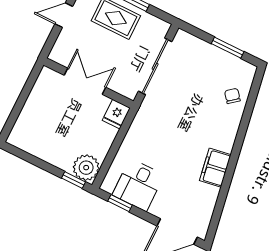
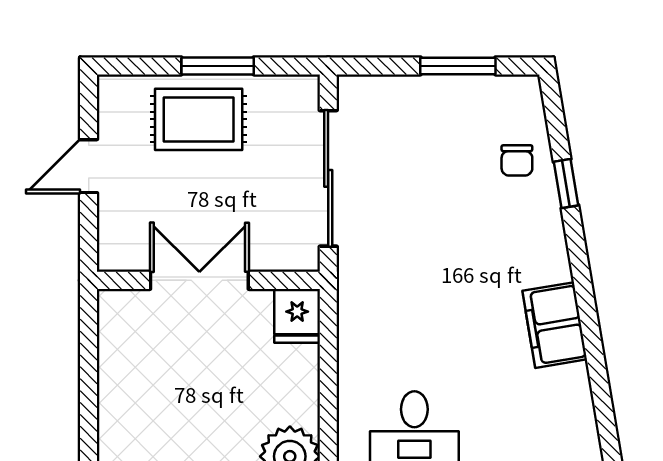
chair: (232, 96) -> (517, 160), turned -141
window: (247, 115) -> (566, 183), added

